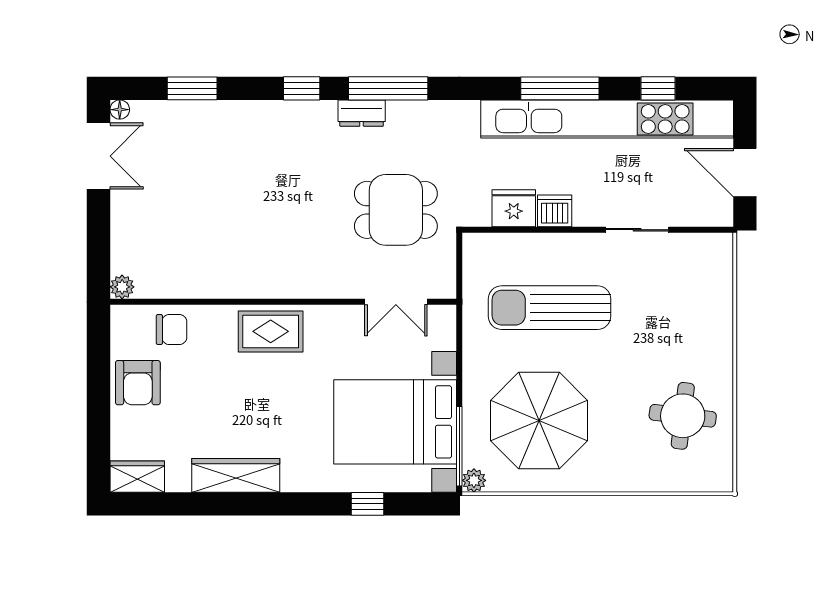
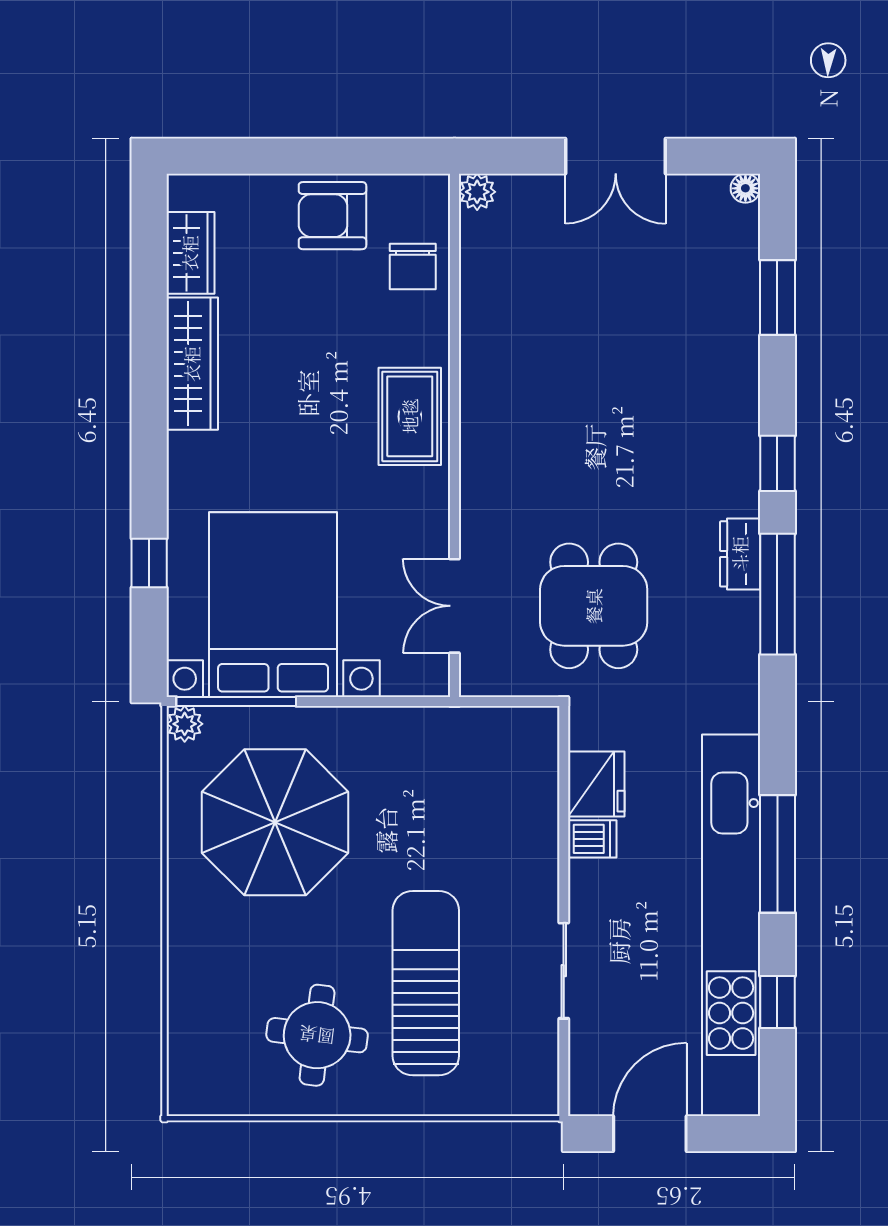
double door: (99, 156) -> (616, 156), moved
dishwasher: (555, 211) -> (592, 839), width x0.73
sun lounger: (550, 308) -> (426, 983), moved
round table: (683, 416) -> (317, 1035), moved
wardrobe: (137, 477) -> (190, 253), moved

